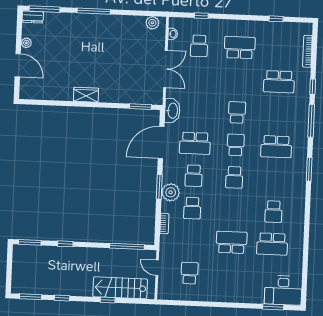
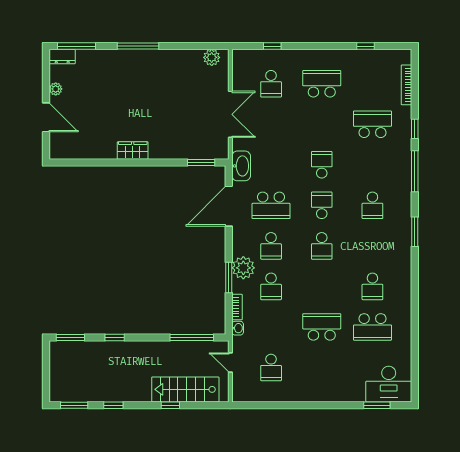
washbasin: (173, 34) -> (238, 328), moved
school desk: (279, 82) -> (372, 124), turned 180
school desk: (276, 147) -> (372, 205), width x0.54
window: (159, 187) -> (229, 278), moved
school desk: (190, 273) -> (271, 367), turned 180

